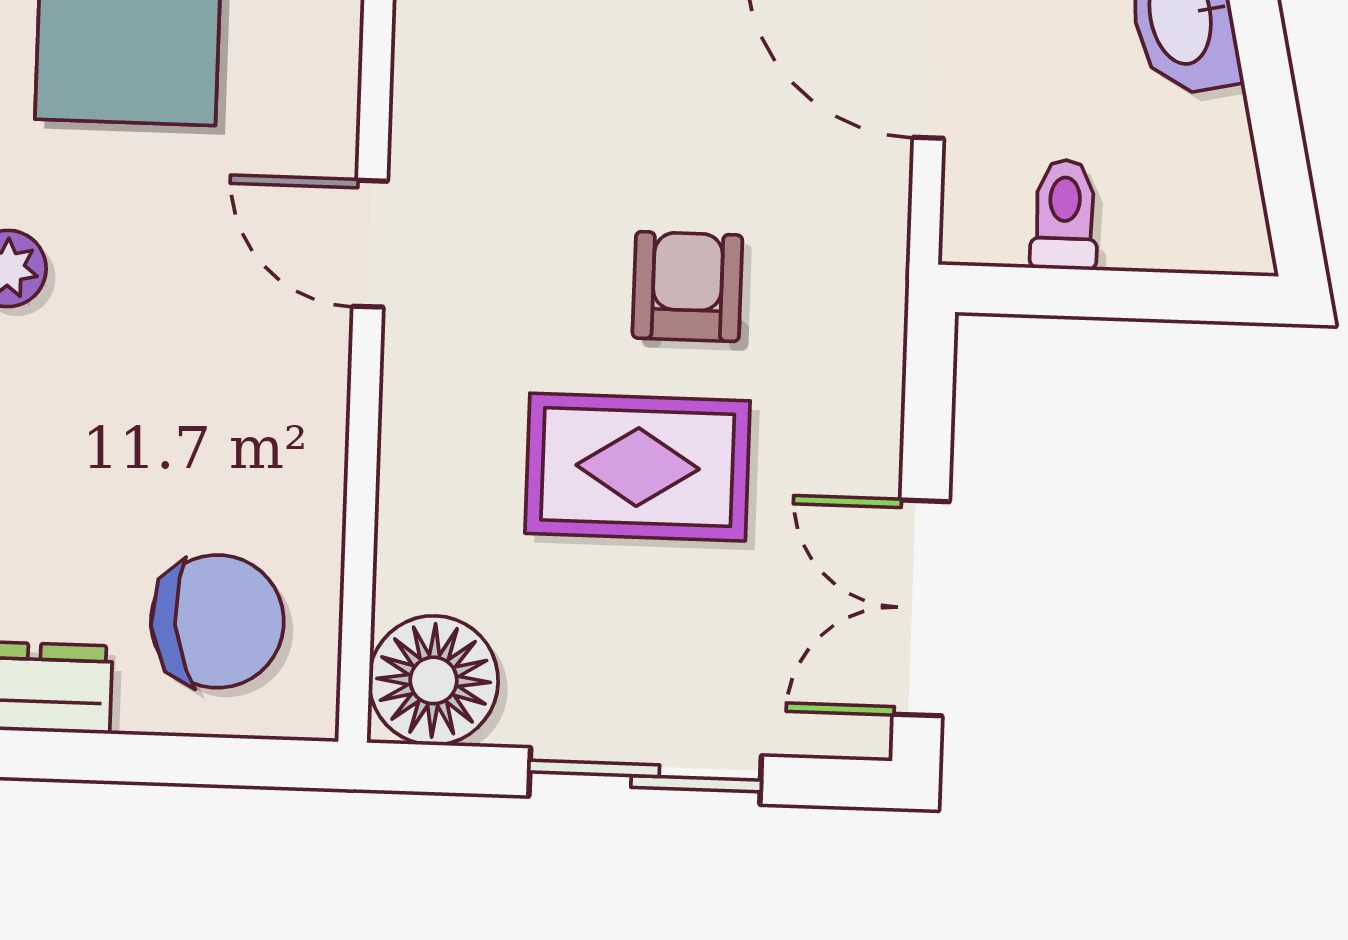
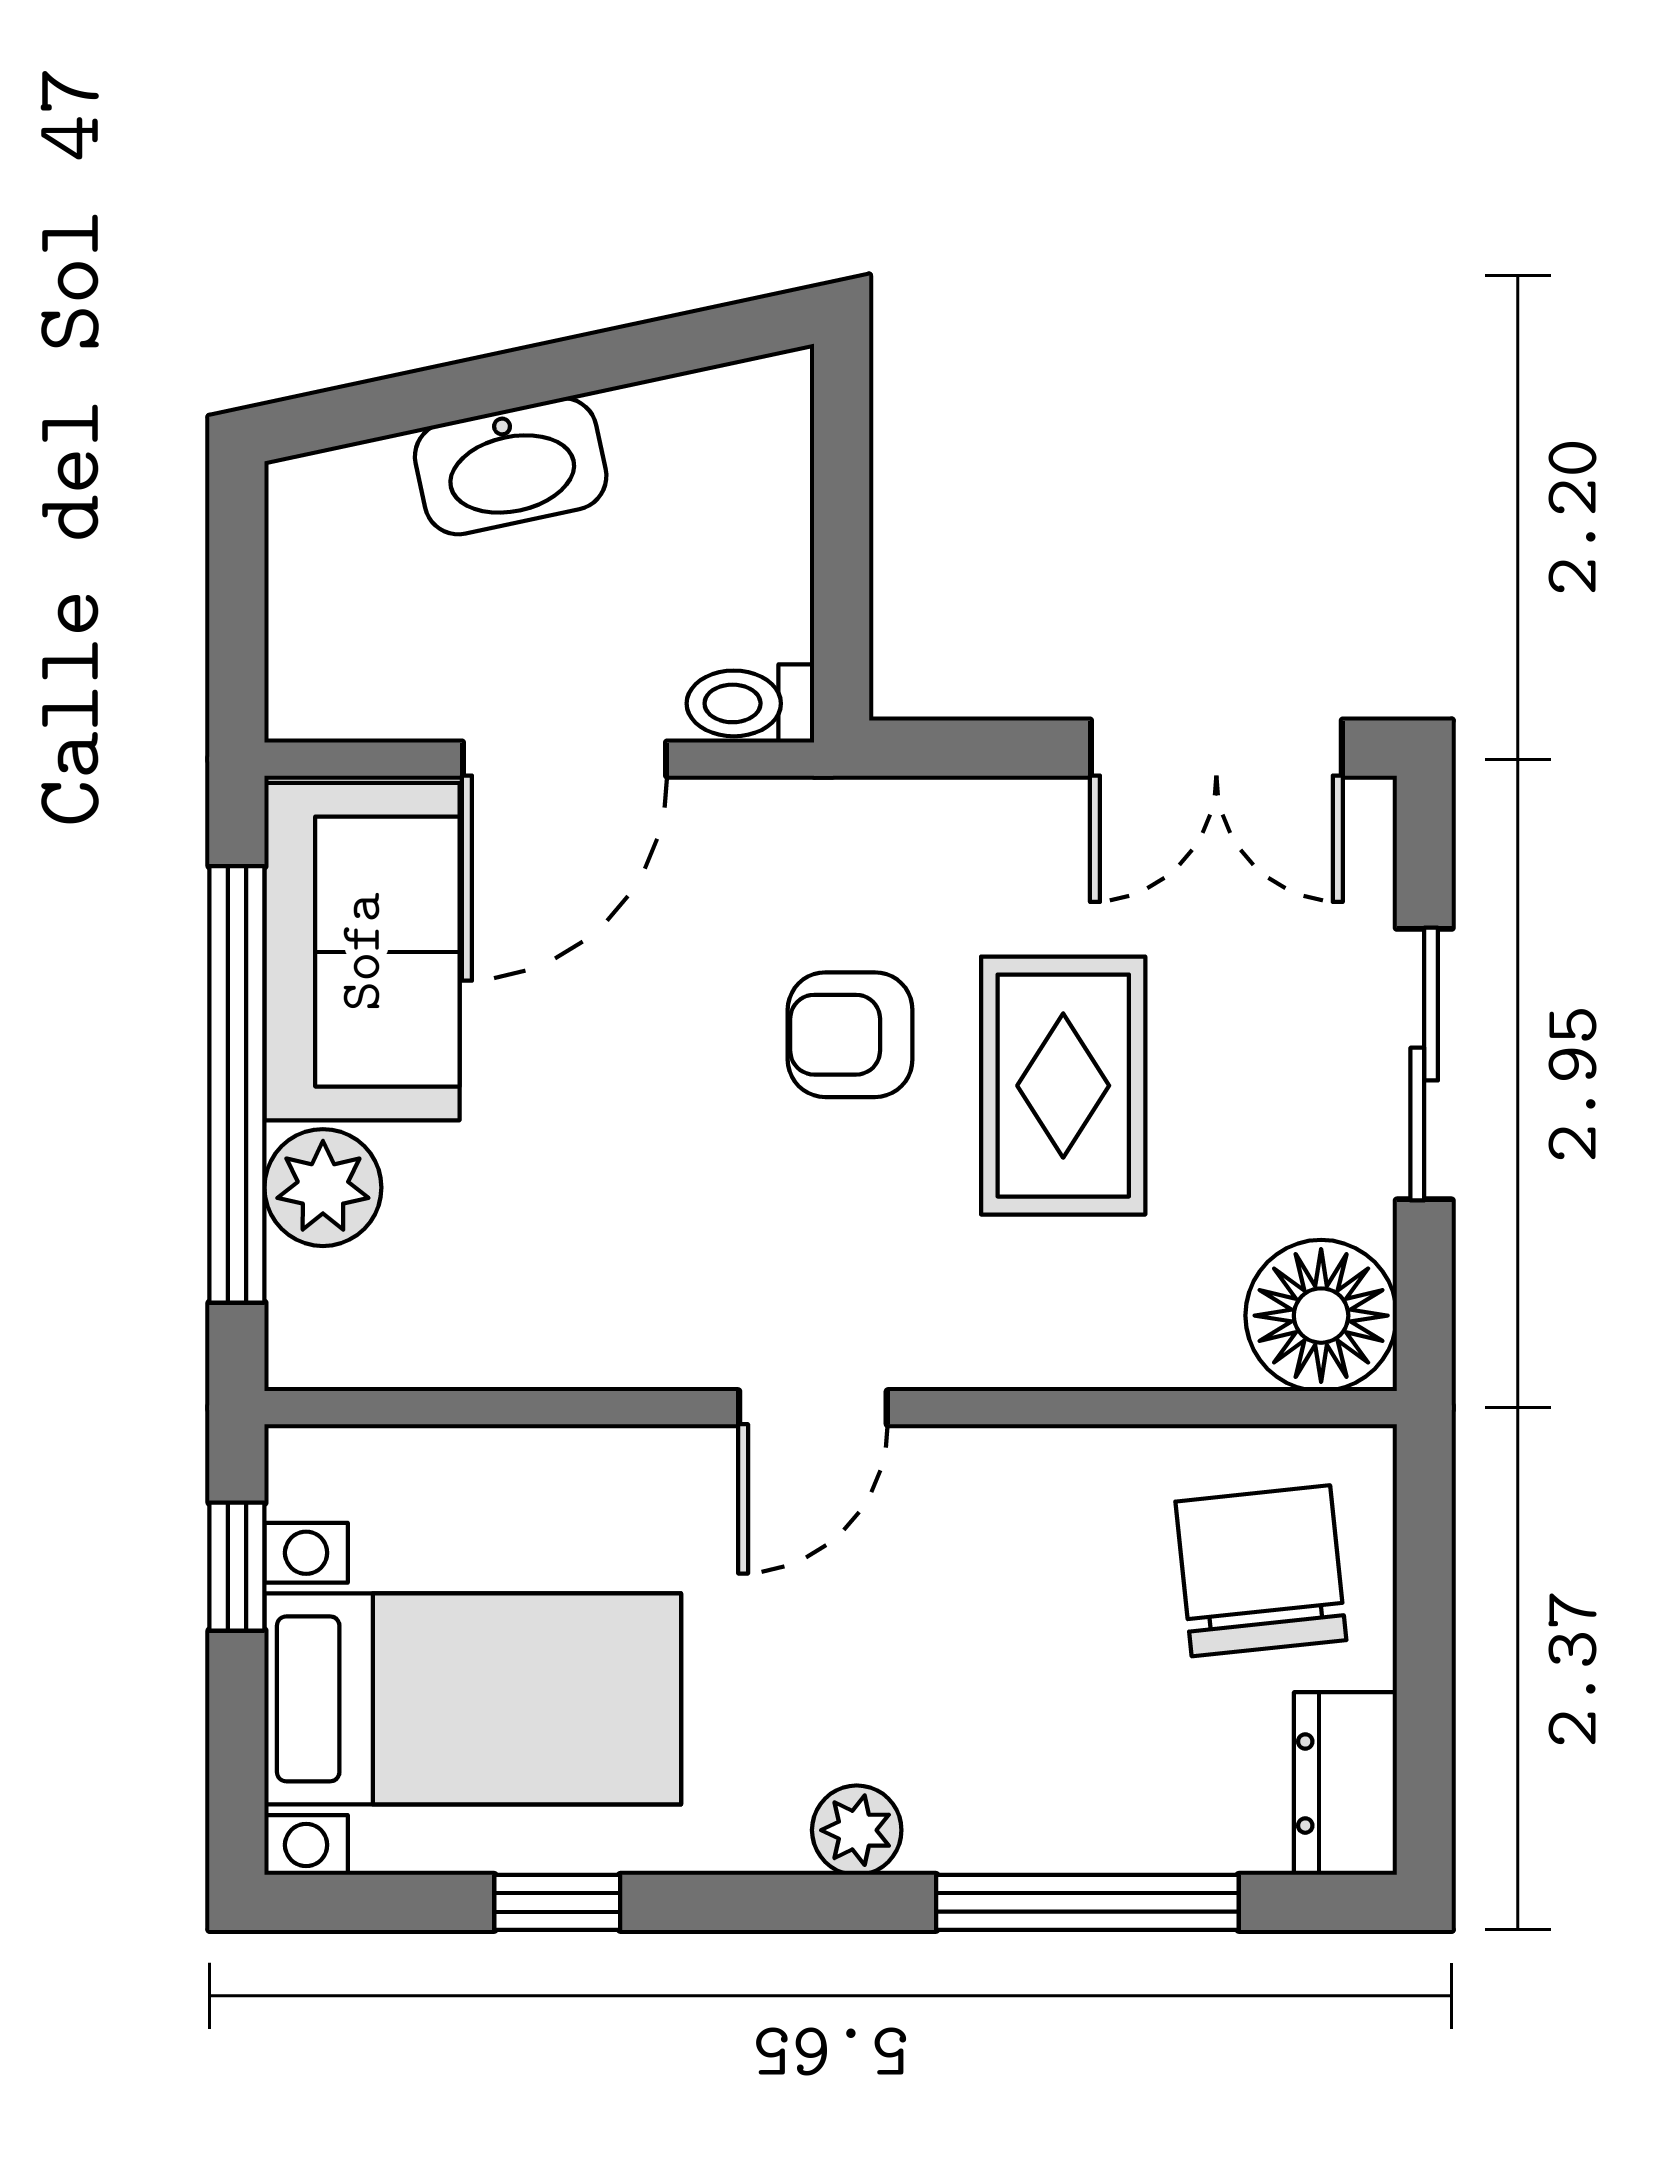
toilet: (1065, 214) -> (750, 703), moved

